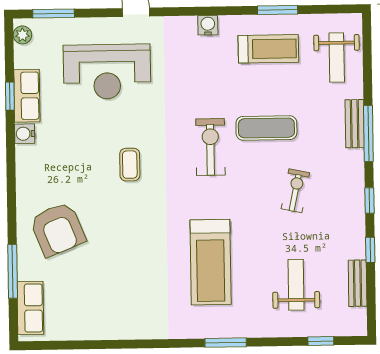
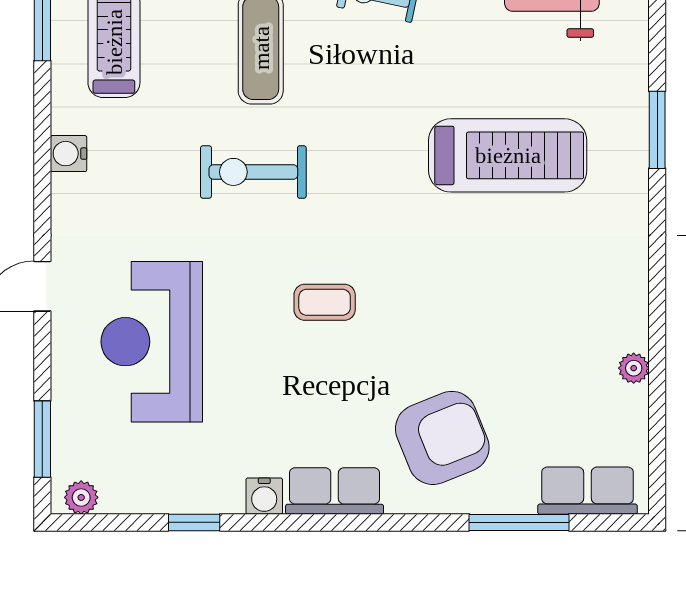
reception desk: (107, 72) -> (152, 342), turned 180
row of seats: (27, 96) -> (335, 491), moved
exercise bike: (210, 147) -> (253, 172), moved
plant: (97, 332) -> (634, 368), added

